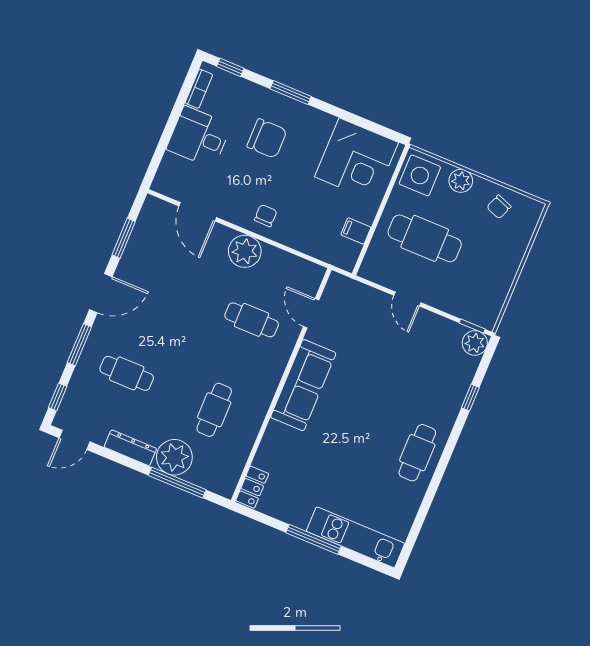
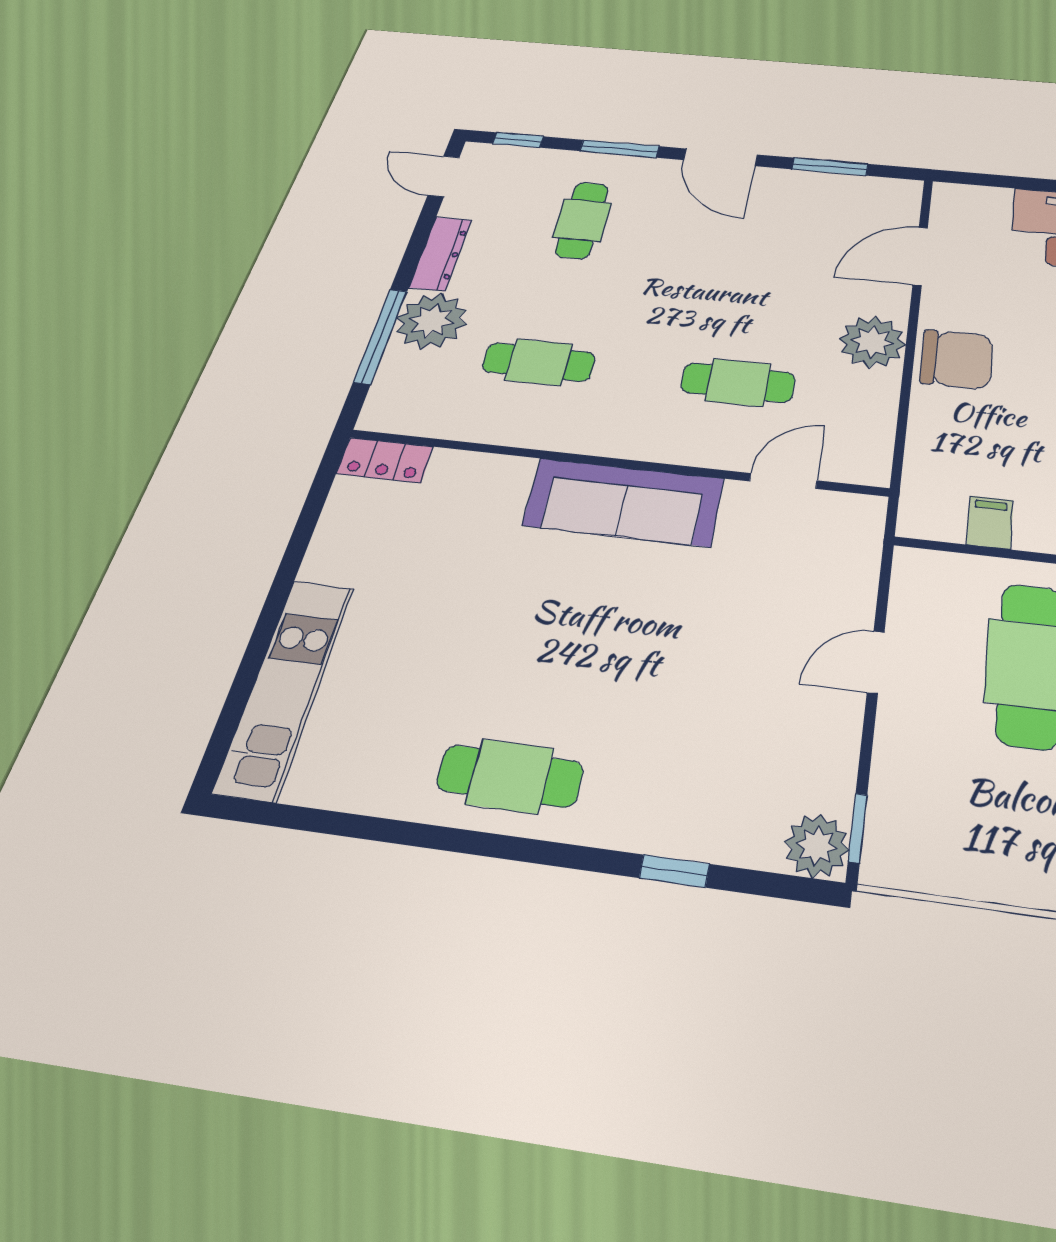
chair: (266, 216) -> (957, 359), width x1.87, depth x1.87
cafe table: (252, 320) -> (738, 383), turned 90
window: (313, 539) -> (276, 601), removed

